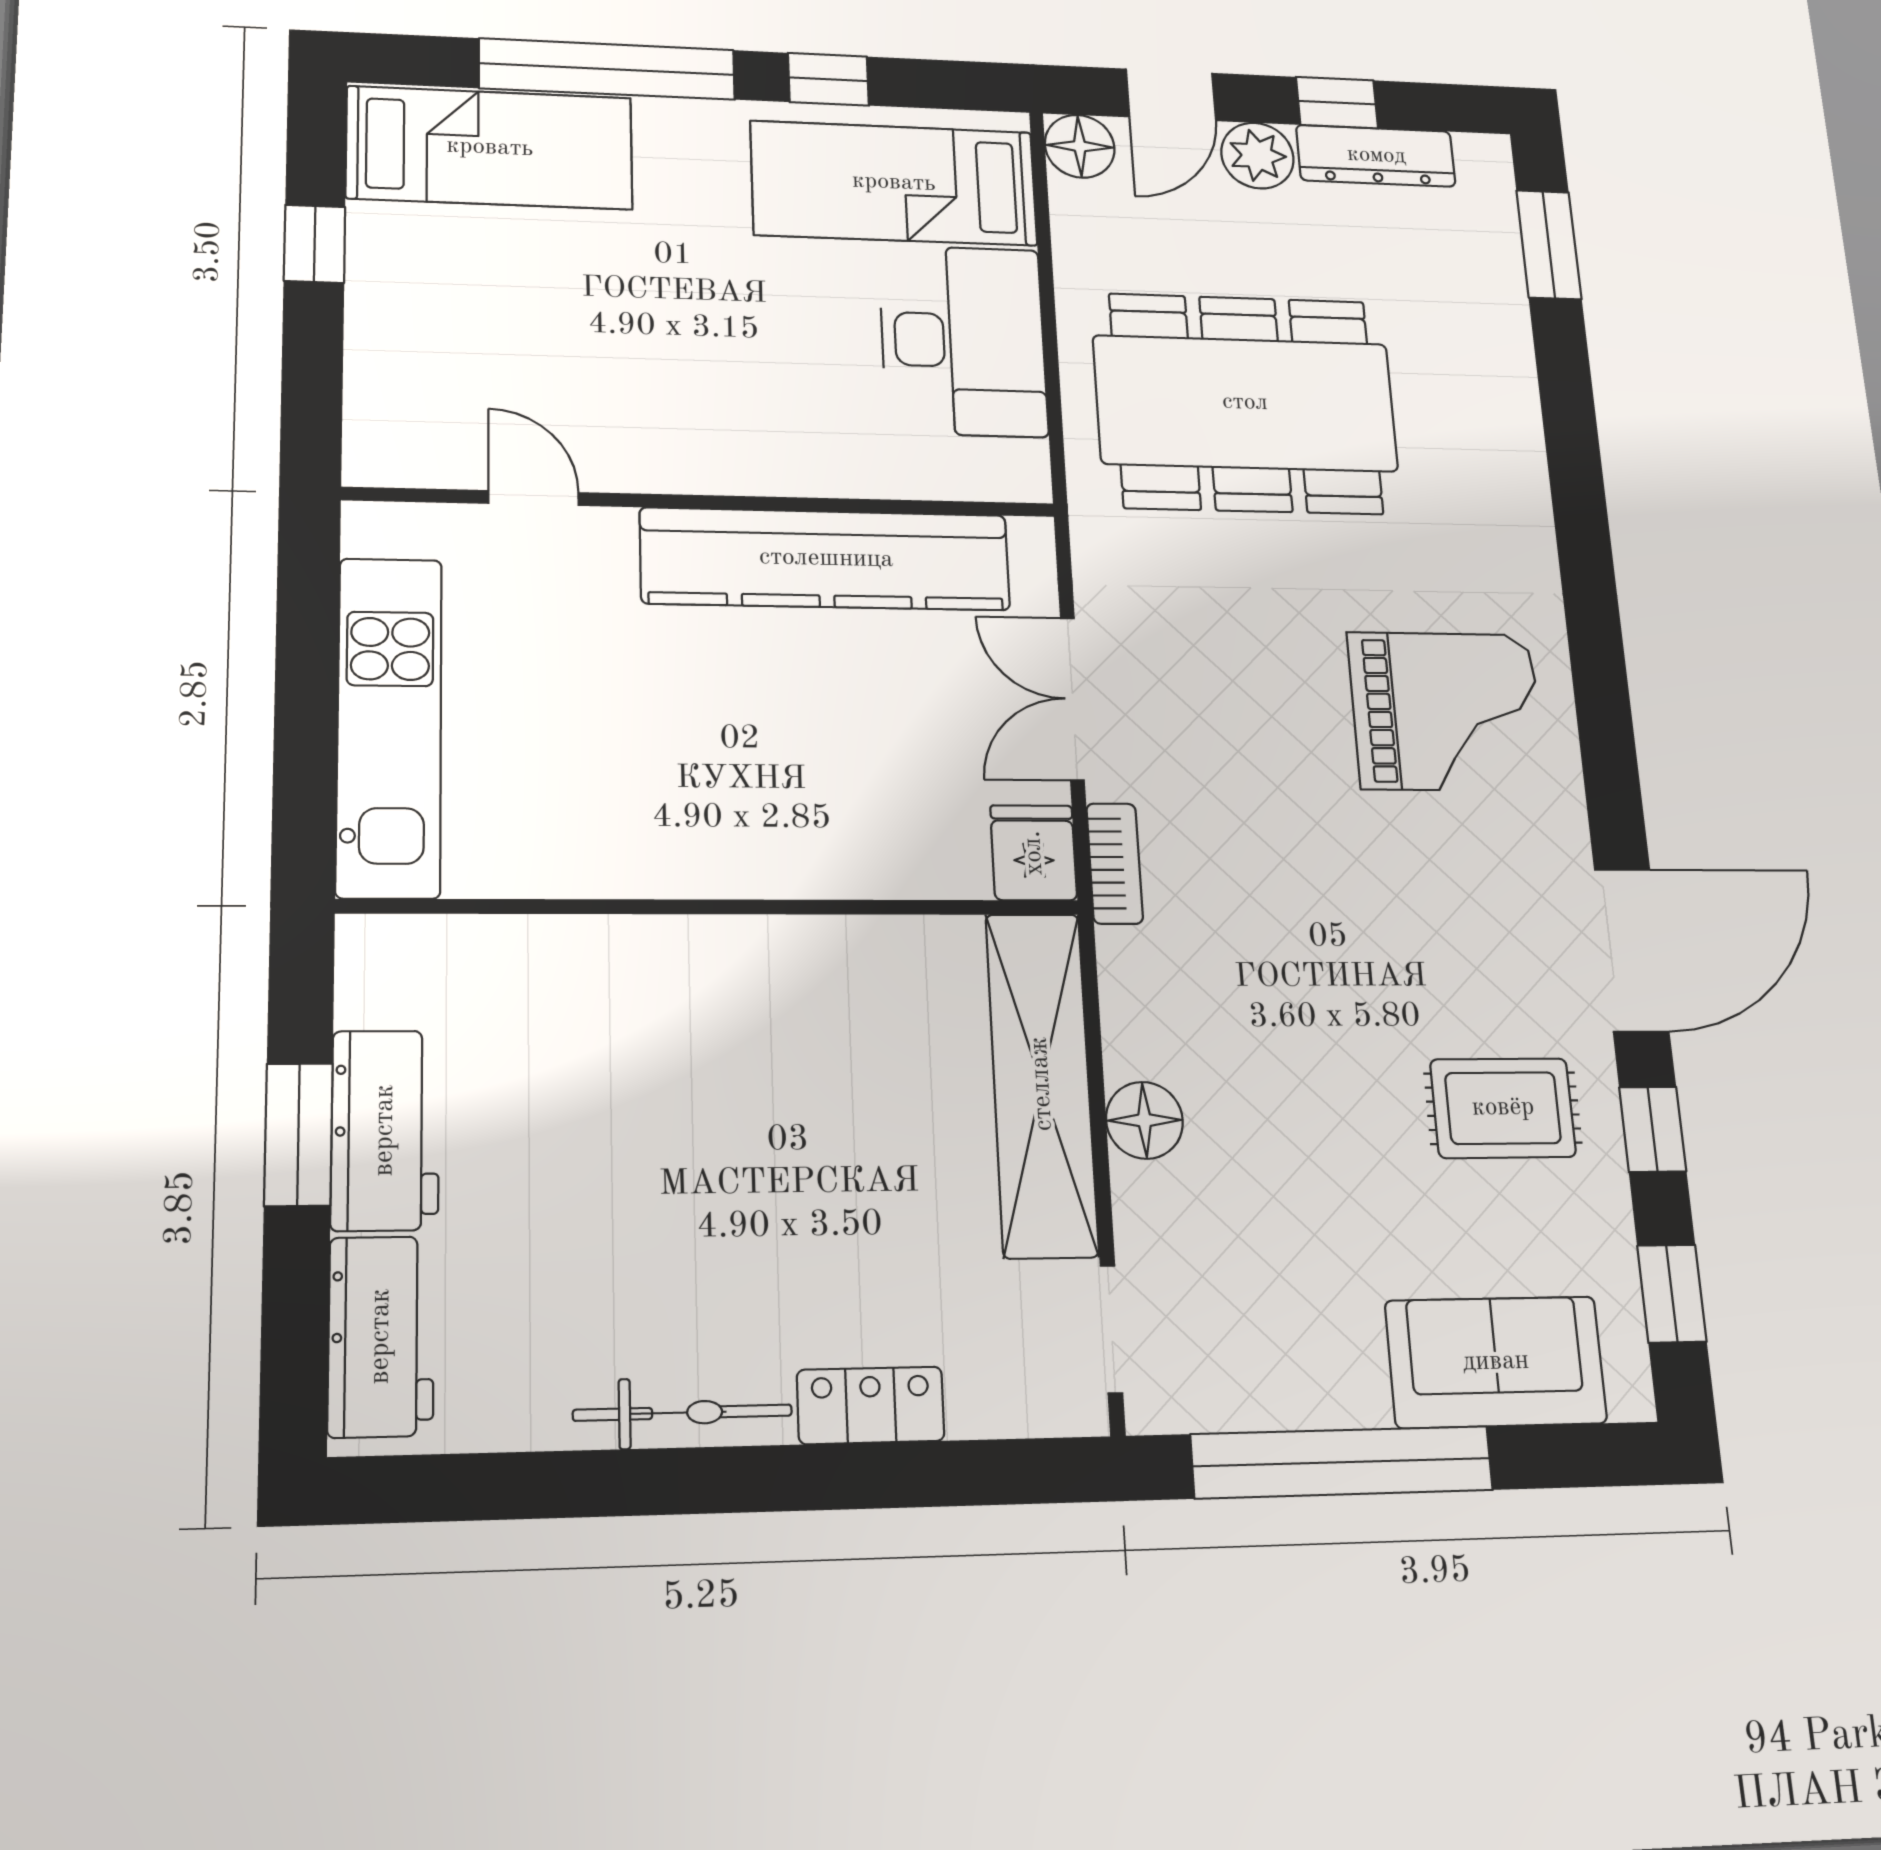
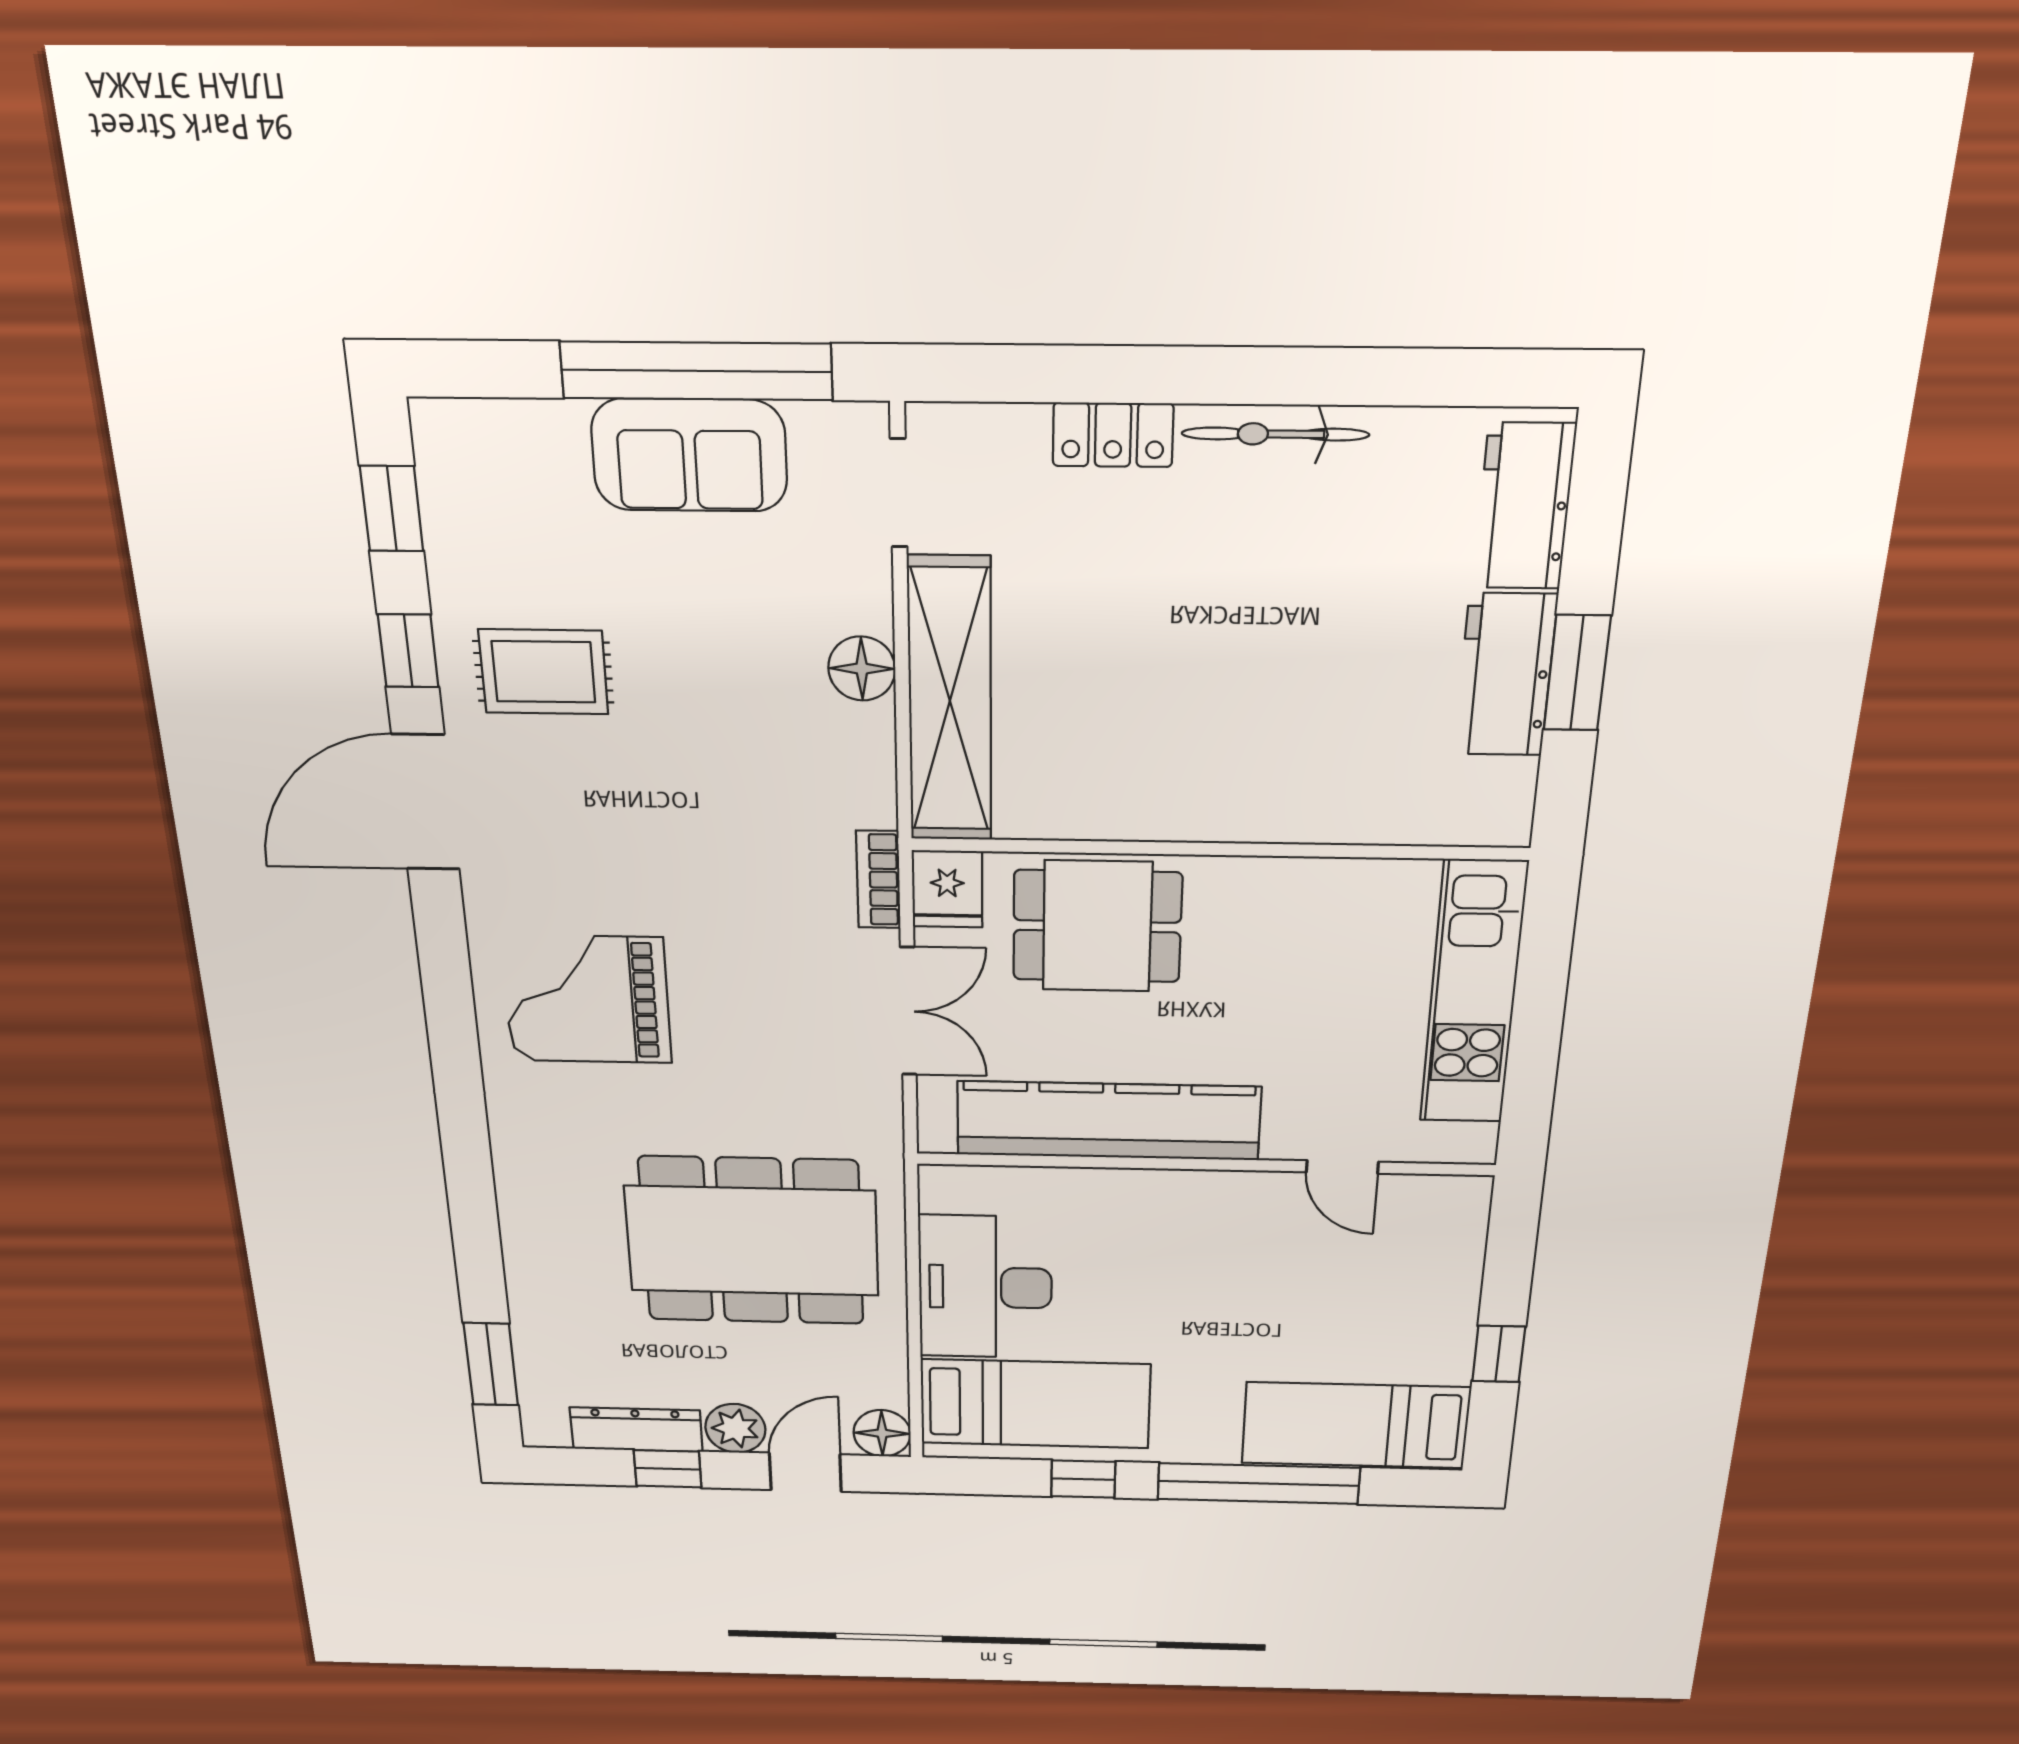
dining table: (854, 808) -> (1097, 926), added
sofa: (1496, 1362) -> (689, 455), moved

